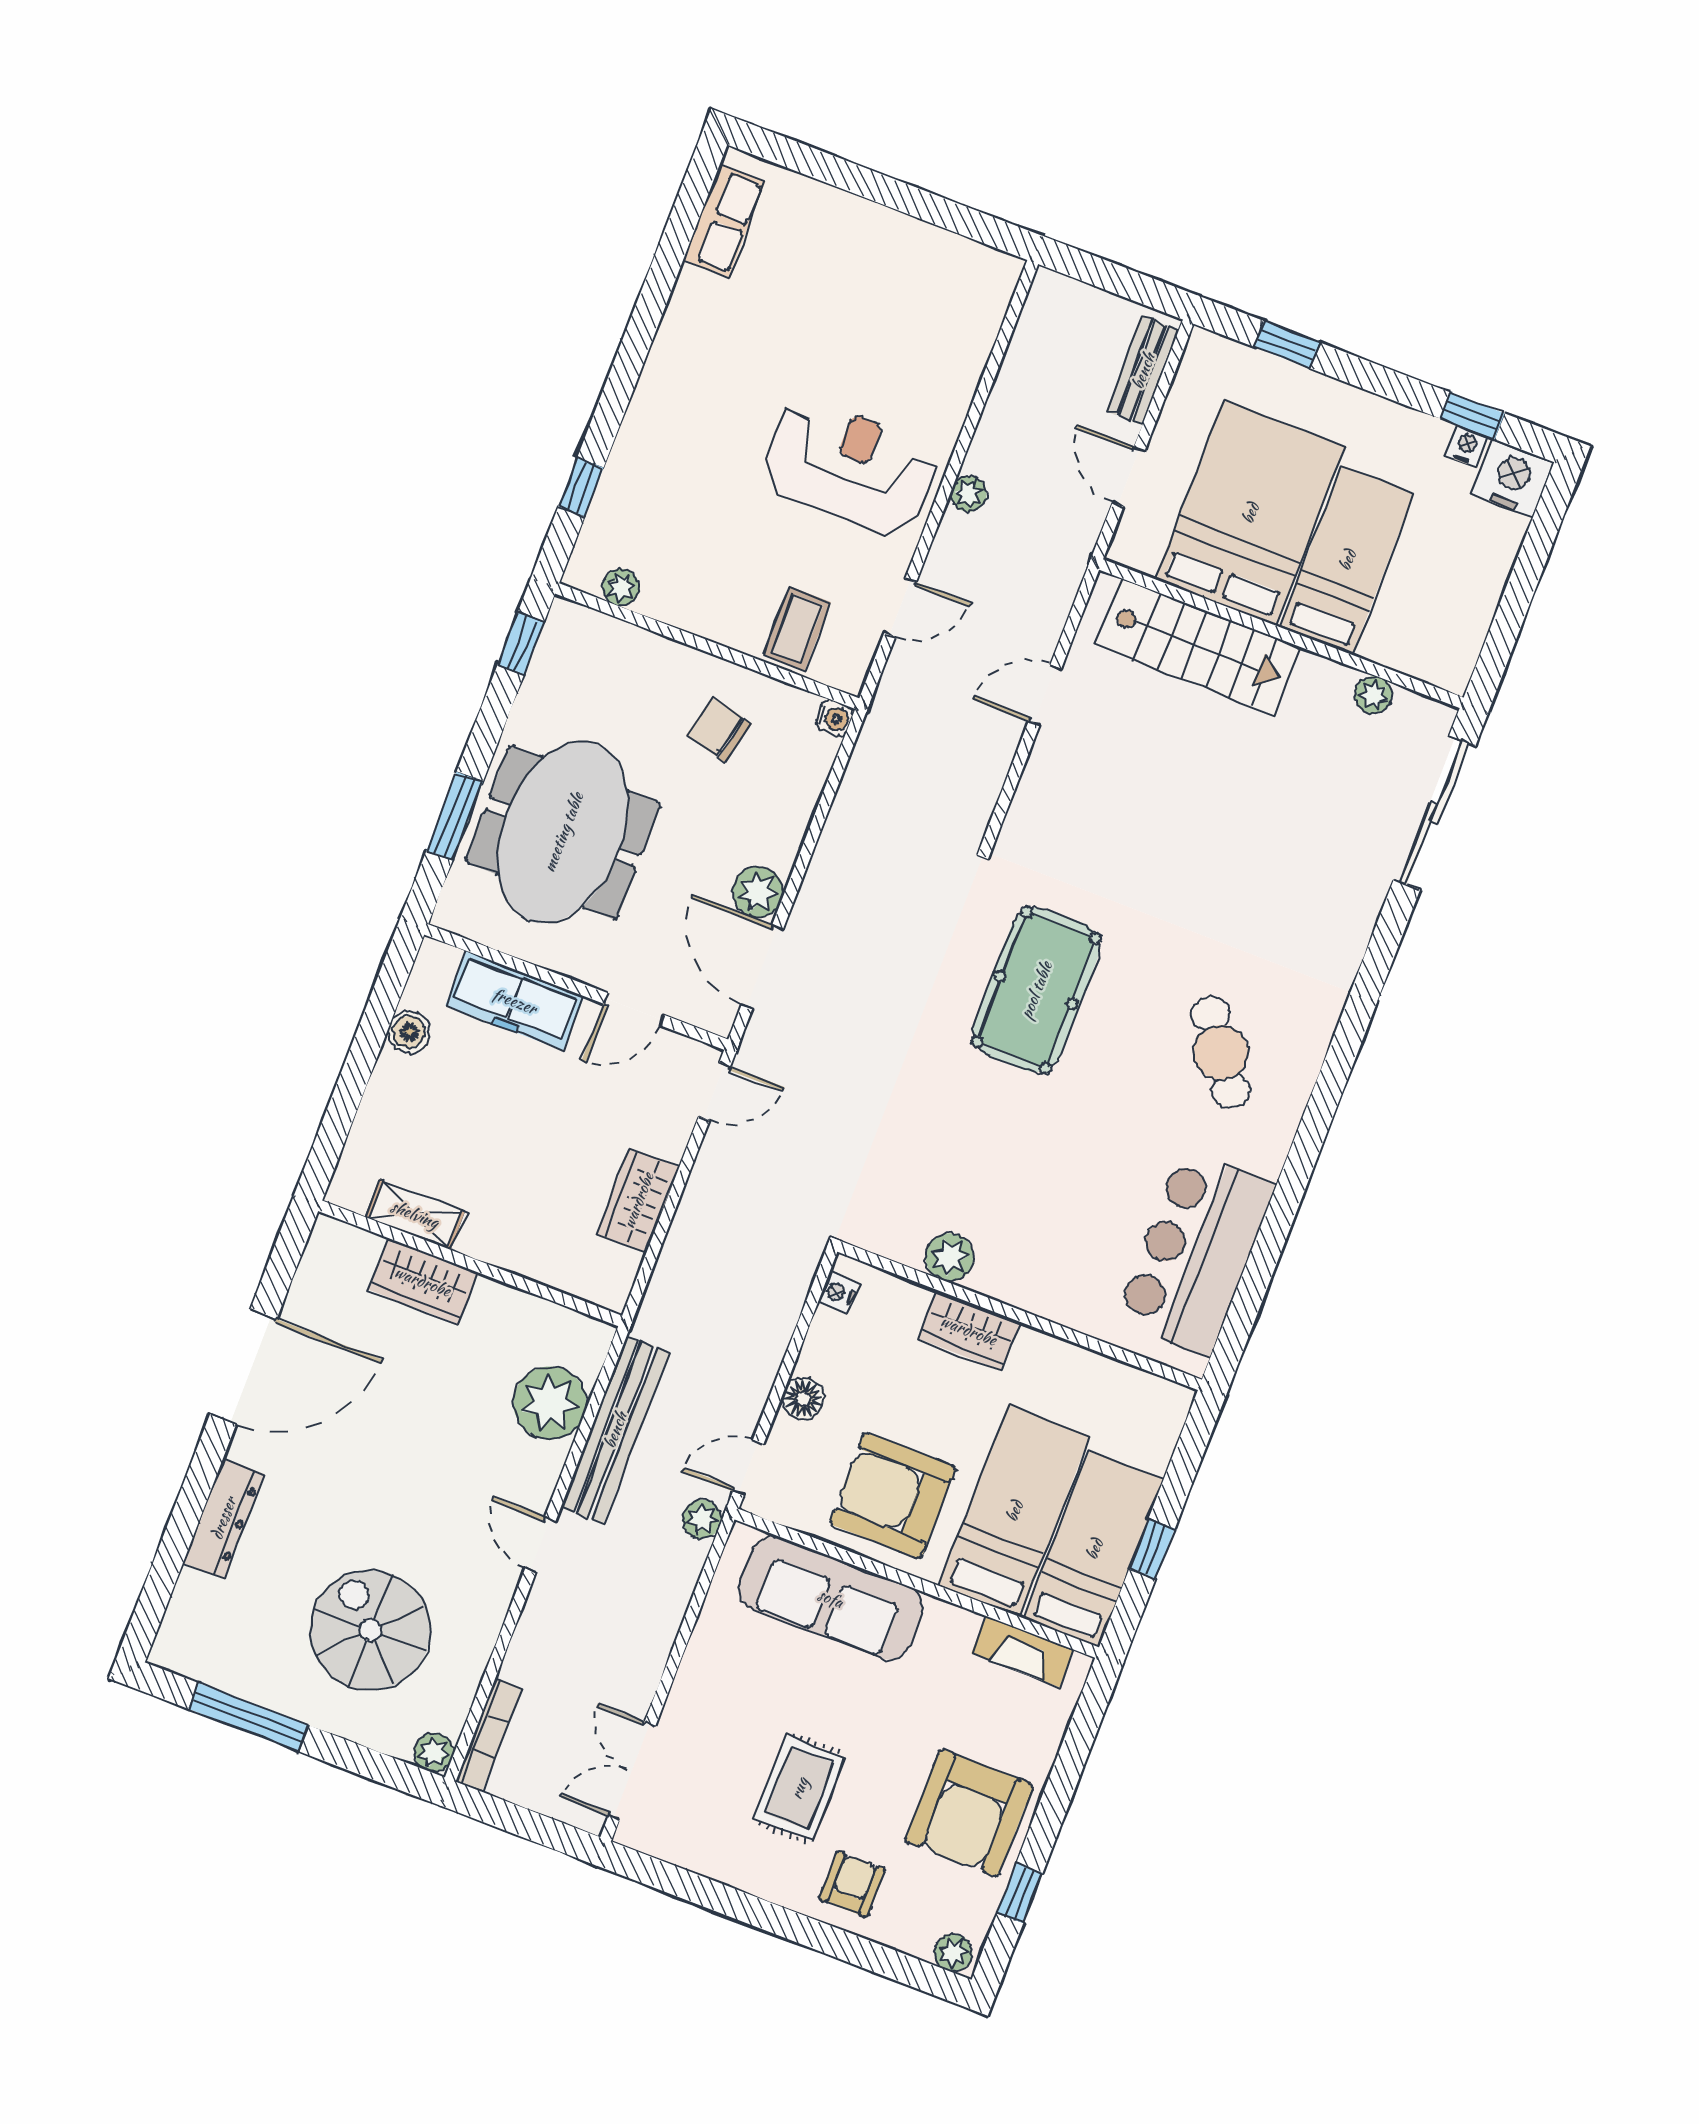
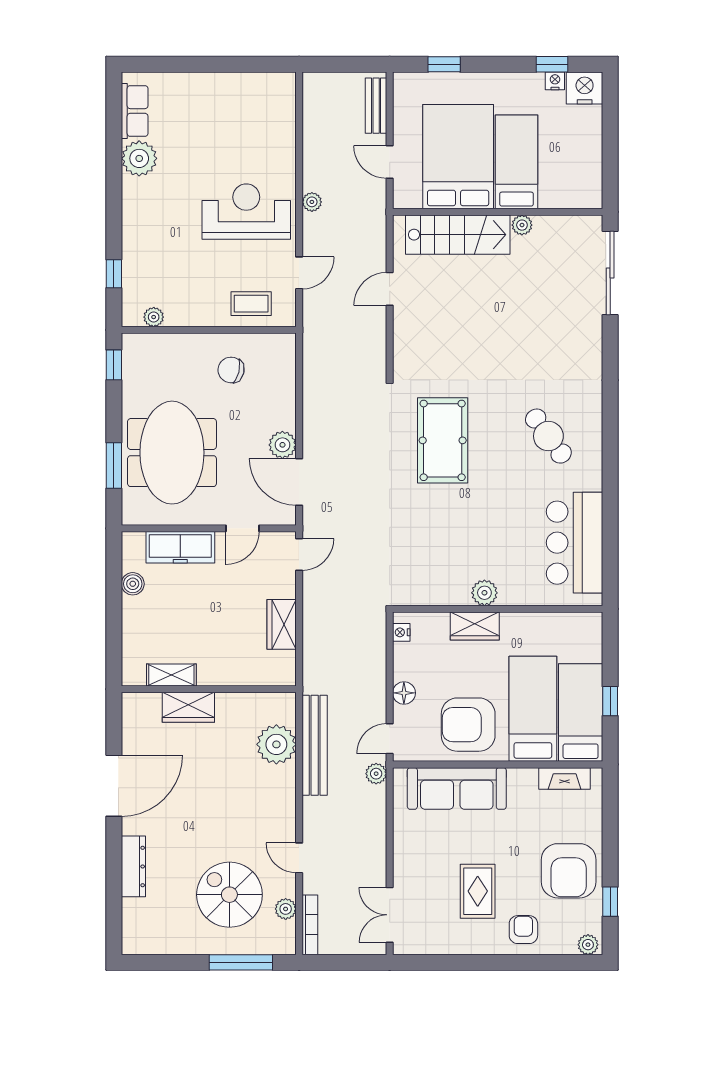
plant: (701, 305) -> (139, 158), added
coffee table: (797, 629) -> (251, 304), turned 90
plant: (1373, 695) -> (522, 225), moved
water cooler: (834, 718) -> (287, 342), removed
plant: (950, 1257) -> (484, 593), moved
door: (540, 1545) -> (299, 858), moved
window: (248, 1717) -> (241, 962), moved
plant: (434, 1752) -> (286, 909), moved

